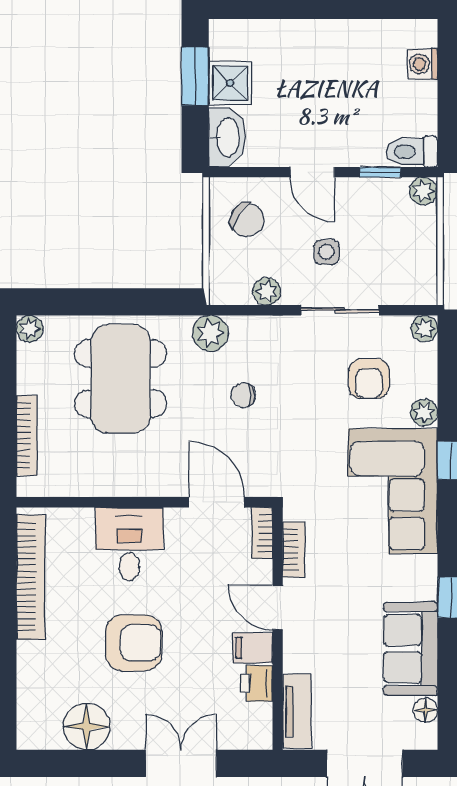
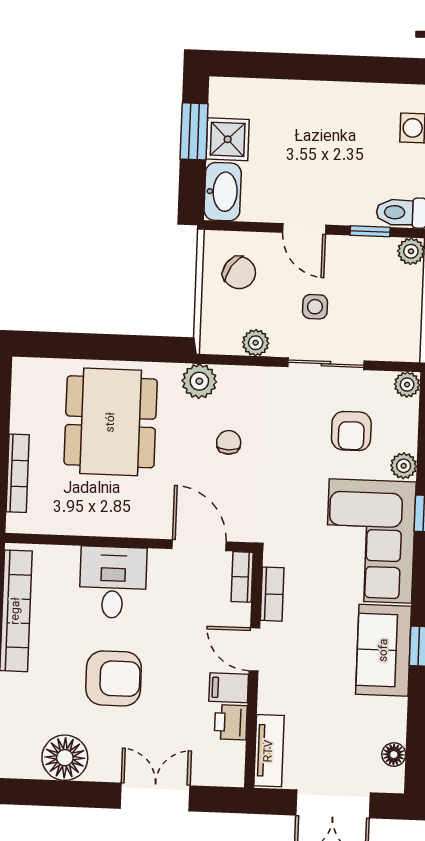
plant: (30, 329) -> (24, 370), removed
chair: (243, 395) -> (229, 442), turned 90
sofa: (411, 649) -> (384, 650), moved

